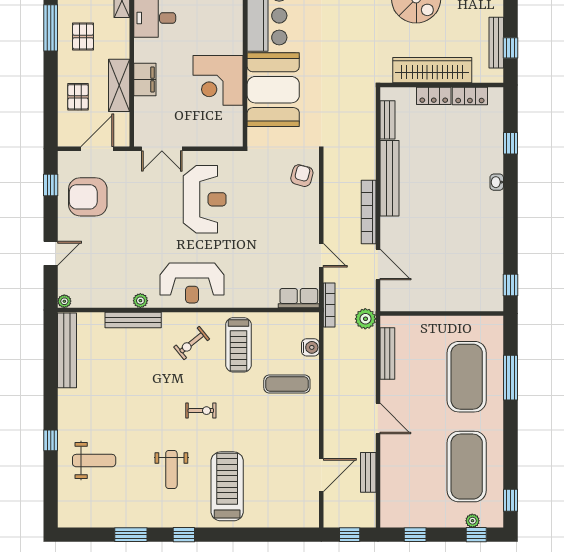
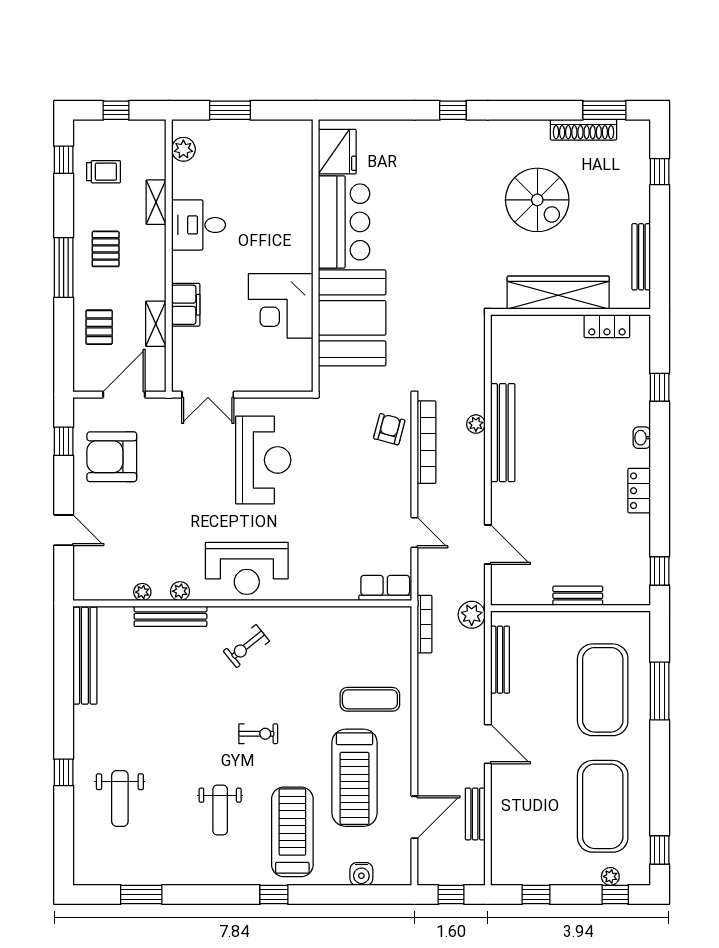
window: (51, 28) -> (64, 268), moved
window: (510, 48) -> (660, 264), removed
shelving: (119, 85) -> (156, 324), width x0.67, depth x0.75
locker: (434, 96) -> (639, 491), moved, turned 90
bench: (387, 120) -> (578, 596), moved, turned 90
plant: (369, 172) -> (476, 424), added
bookcase: (369, 212) -> (427, 442), moved, turned 180
door: (51, 253) -> (64, 530), hinge flipped
plant: (64, 301) -> (142, 592), moved
bookcase: (329, 305) -> (425, 624), moved
treadmill: (239, 345) -> (355, 778), moved, width x1.37, depth x1.38
water cooler: (310, 347) -> (361, 874), moved, turned 90
weight bench: (94, 461) -> (120, 798), turned 90
window: (131, 535) -> (141, 895), moved
window: (184, 535) -> (274, 895), moved

